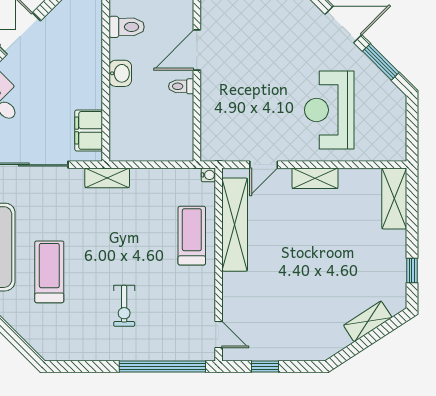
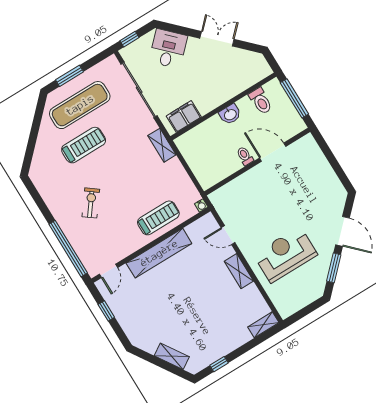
shelving: (394, 199) -> (263, 325), width x0.67, depth x0.75
shelving: (235, 225) -> (159, 253), moved
exercise bike: (124, 306) -> (91, 203), turned 127

